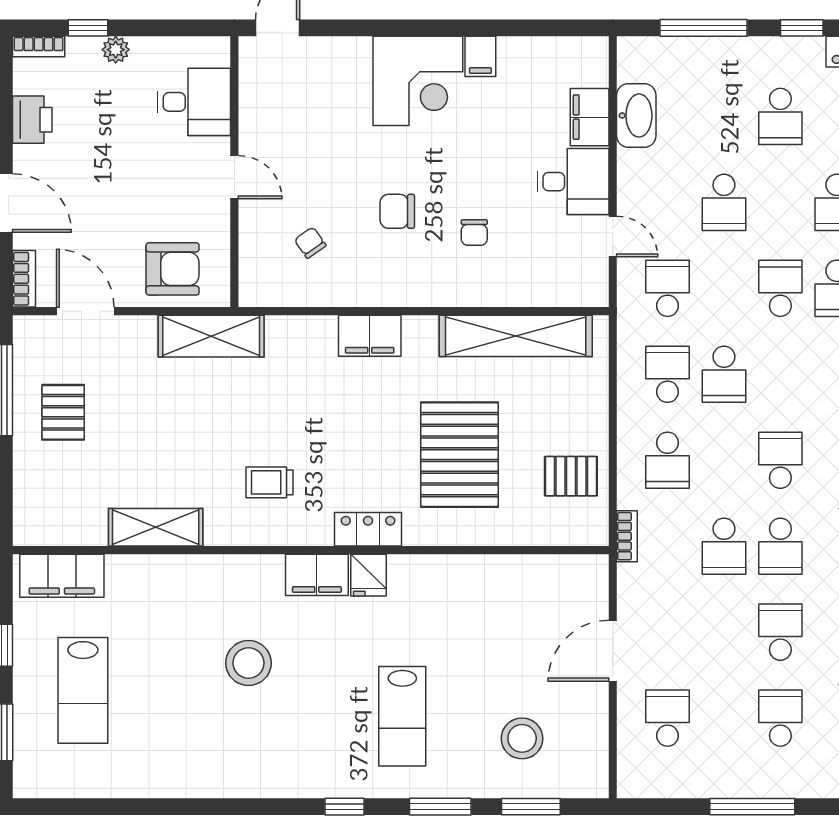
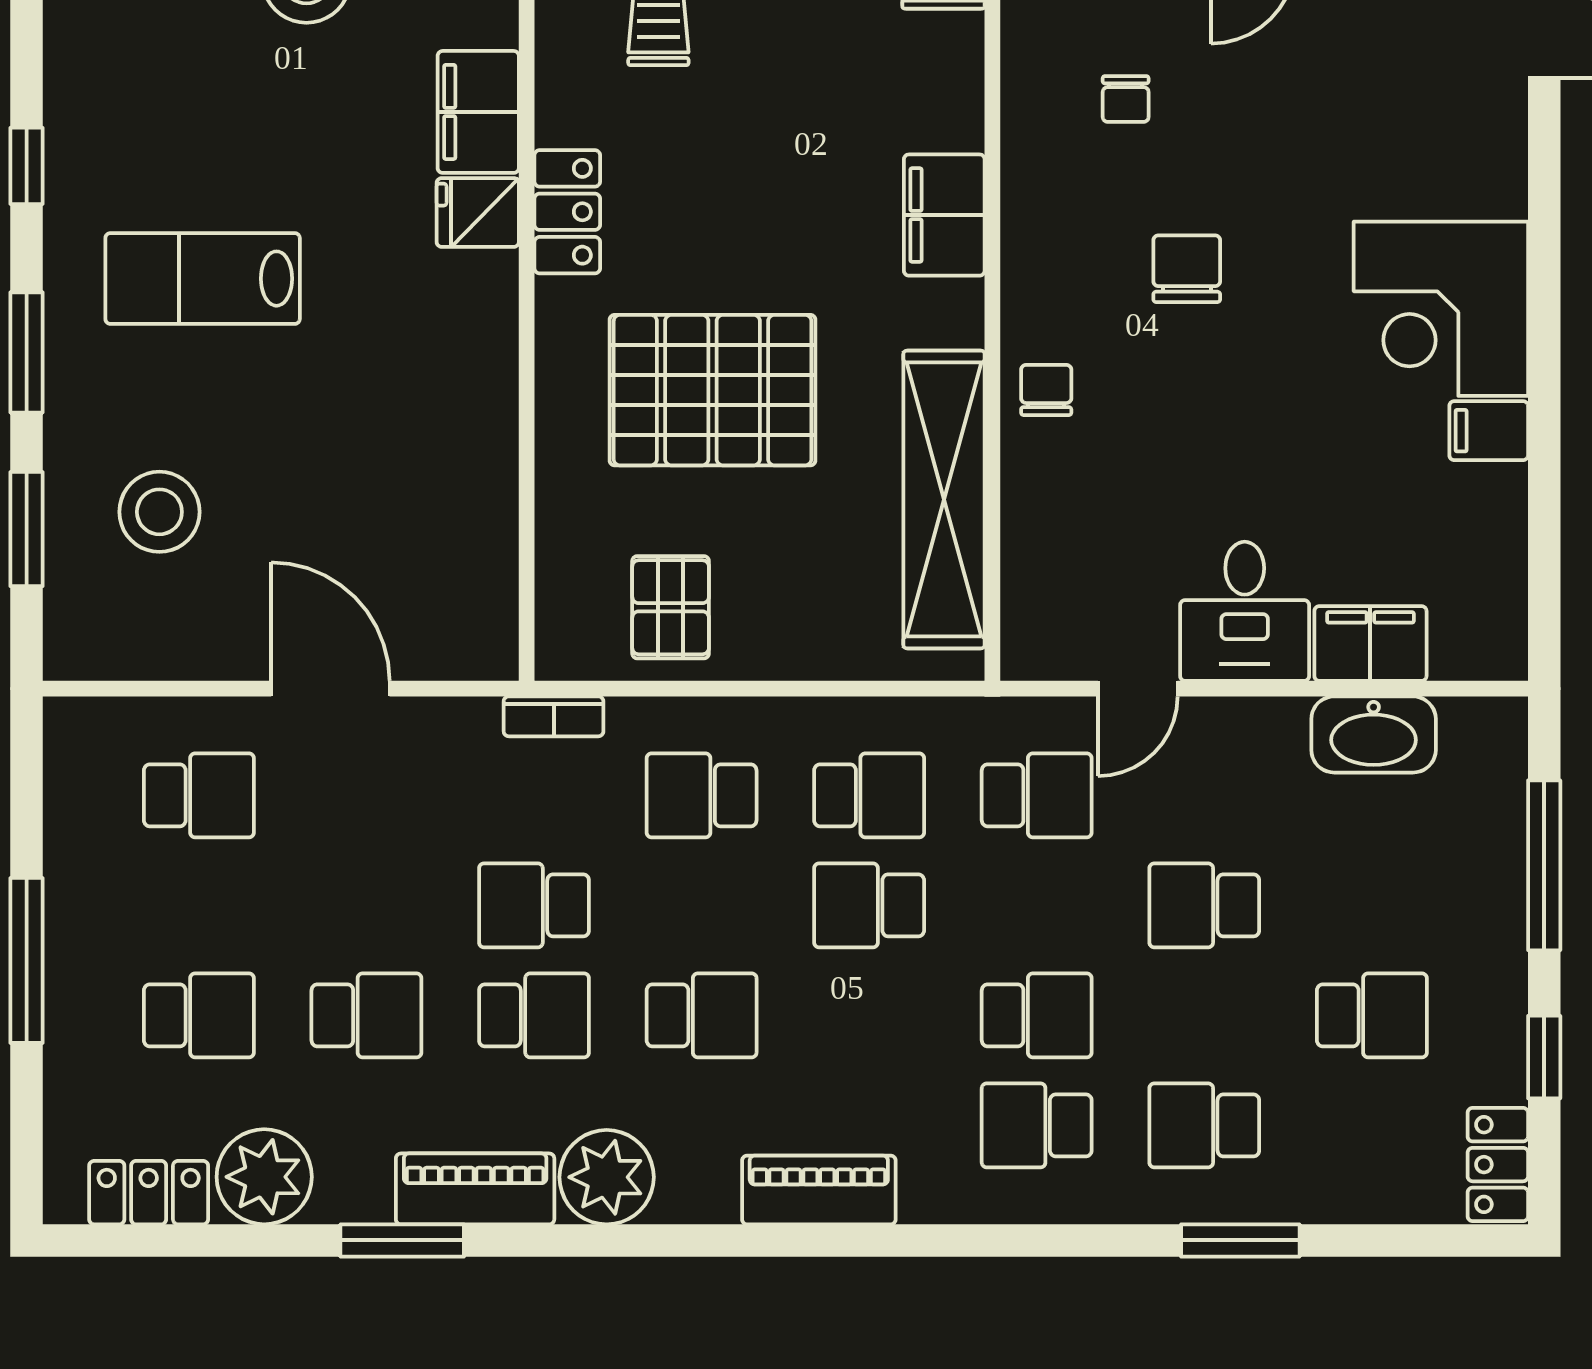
school desk: (780, 116) -> (1372, 1015), turned 180
chair: (474, 232) -> (1046, 390), moved, turned 90
chair: (310, 243) -> (1126, 99), turned 125
school desk: (780, 546) -> (534, 1015), turned 180

